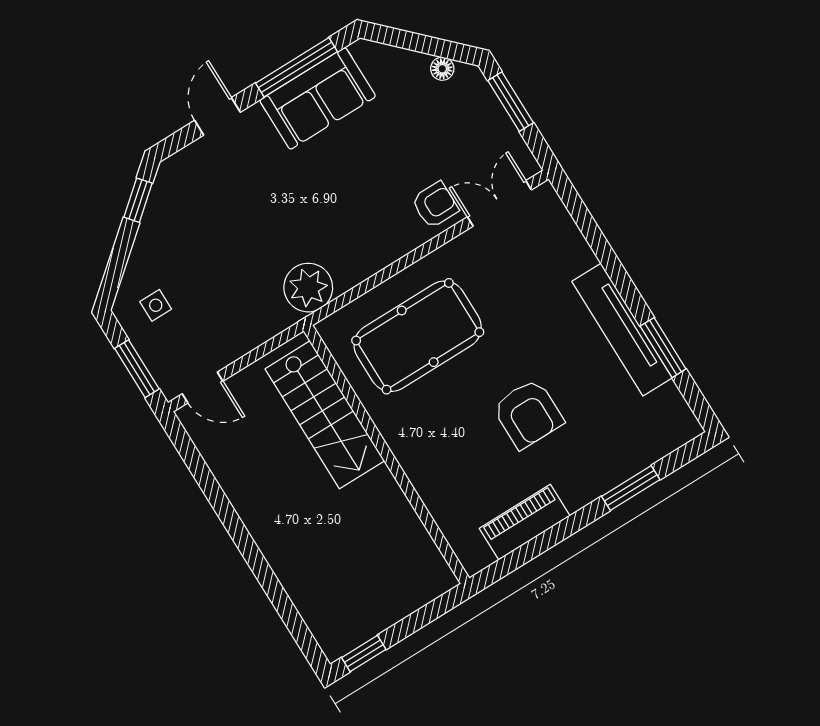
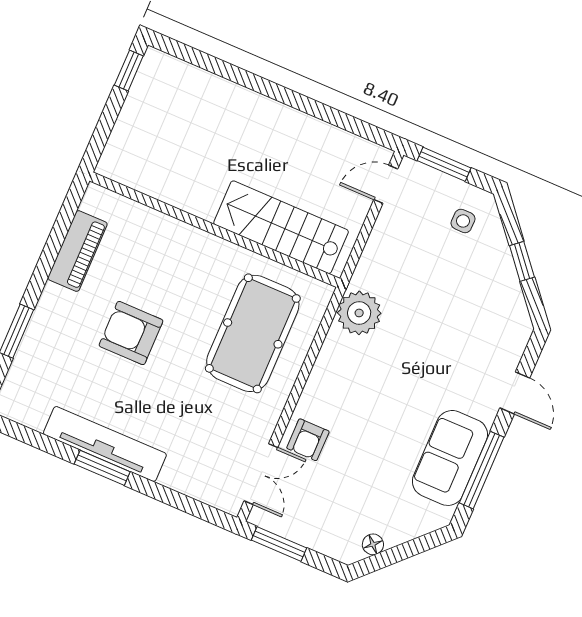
window: (511, 102) -> (279, 544), moved
window: (138, 200) -> (522, 261), moved
window: (663, 348) -> (102, 468), moved

